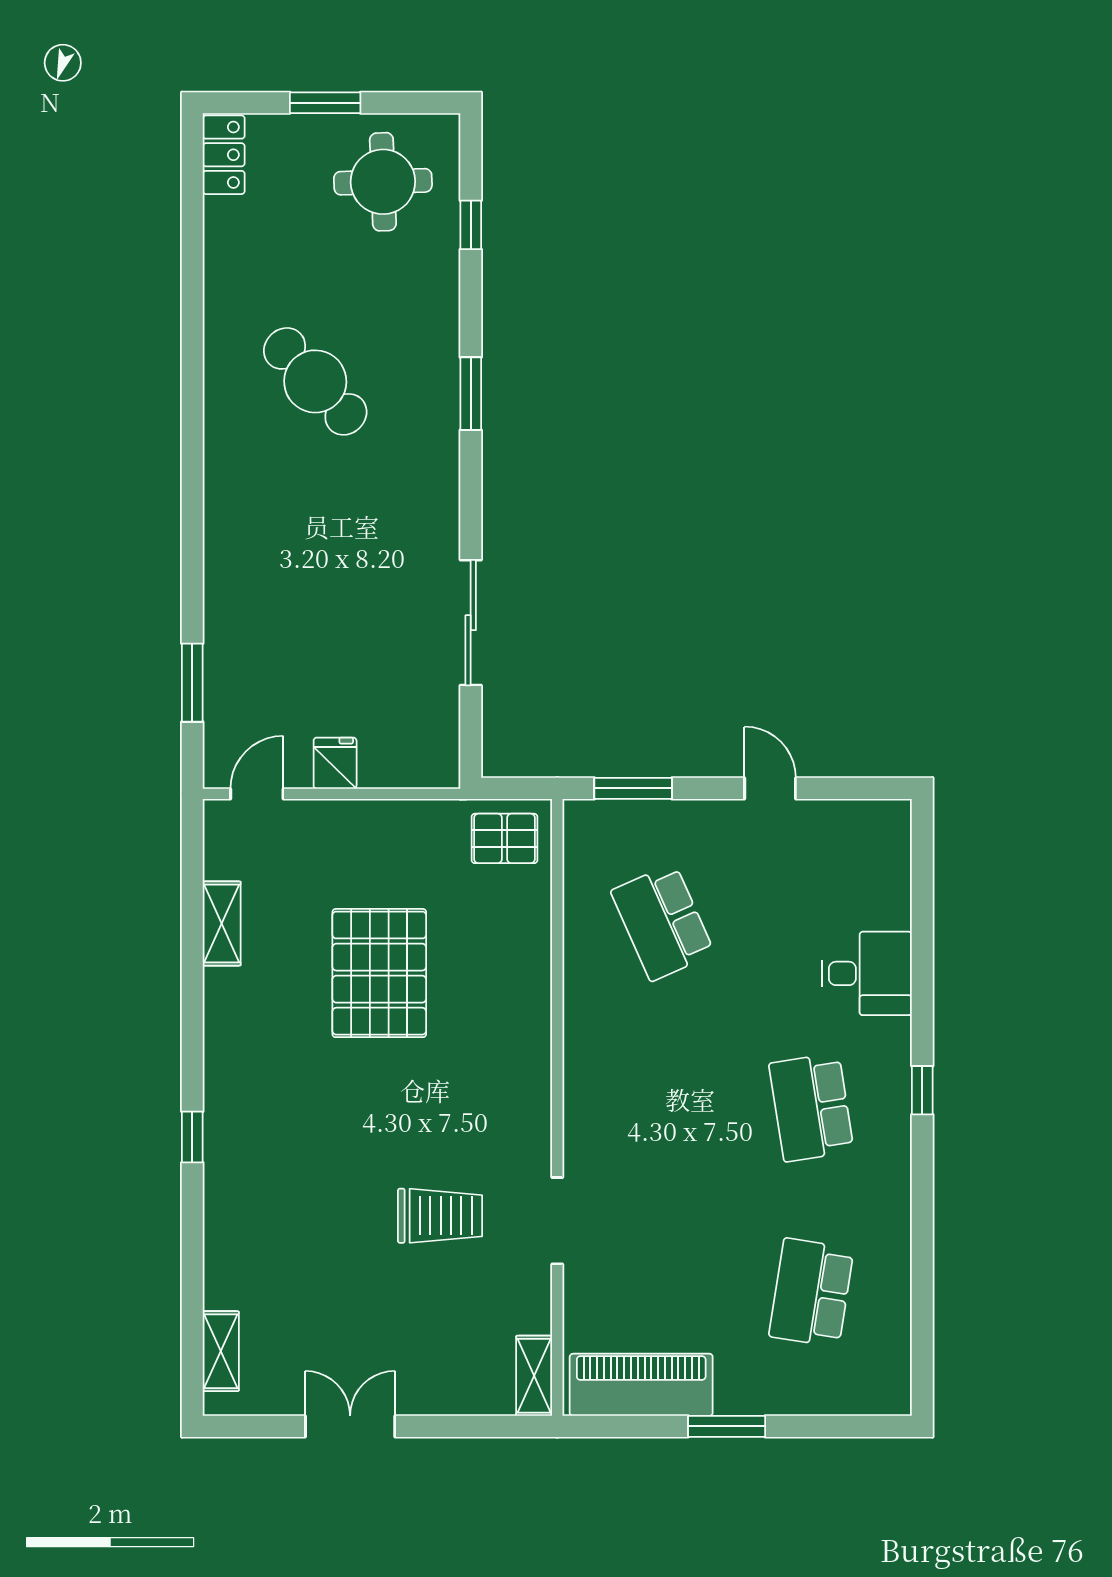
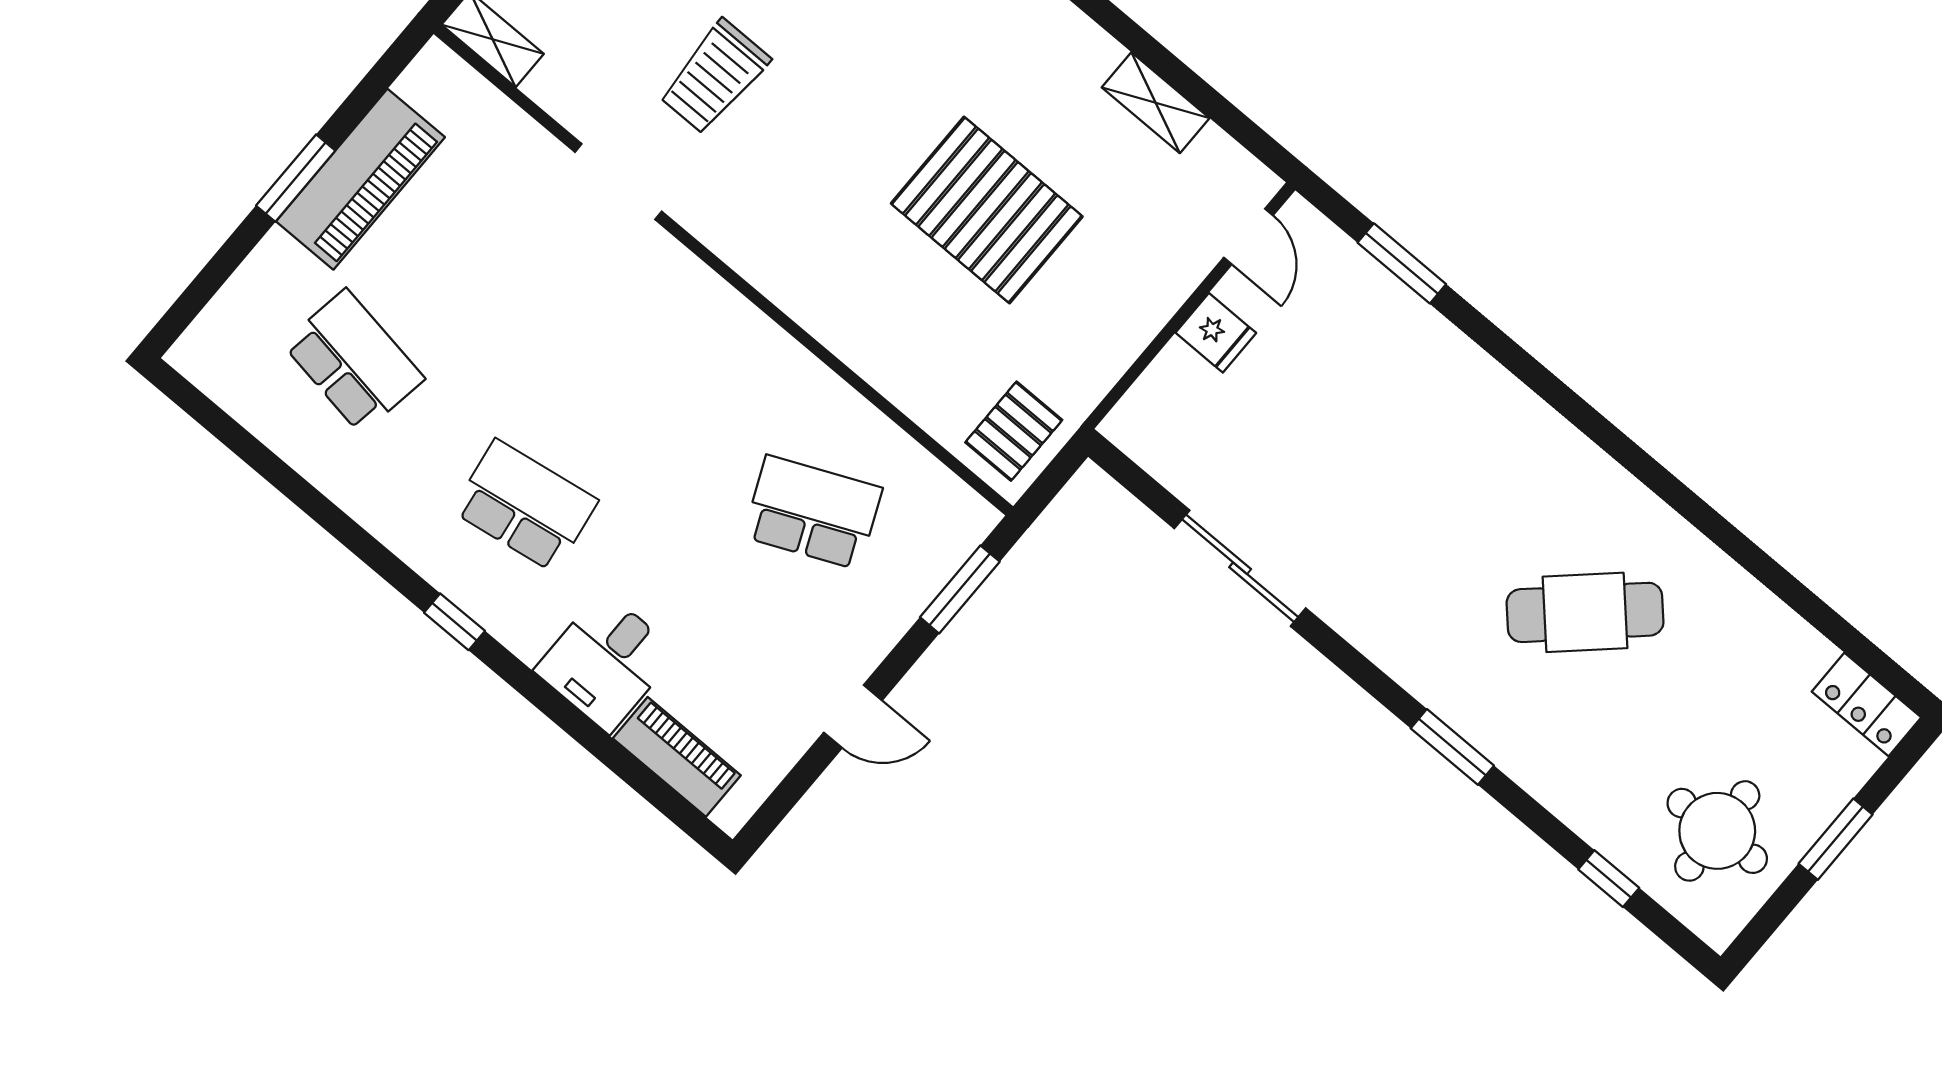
piano: (889, 878) -> (677, 757), added
piano: (641, 1385) -> (360, 179), moved

